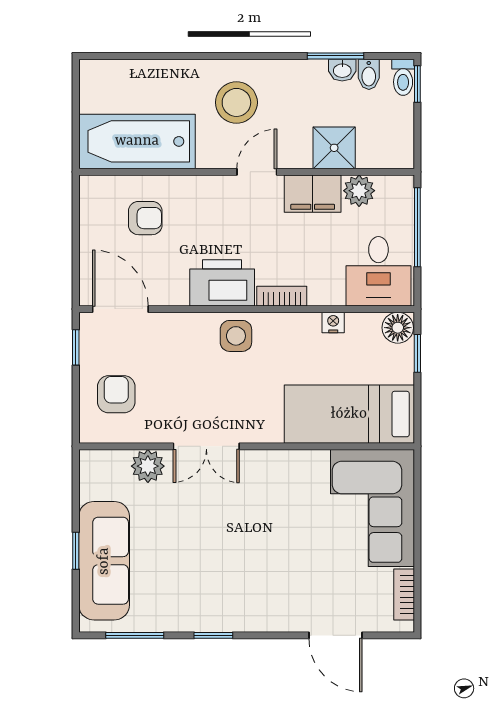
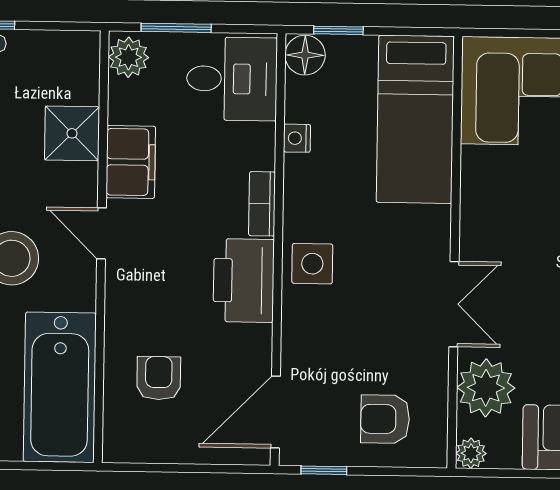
plant: (359, 191) -> (129, 57), moved
window: (417, 227) -> (176, 28), width x0.69
plant: (91, 461) -> (471, 453), added
plant: (148, 466) -> (486, 388), width x1.36, depth x1.36

